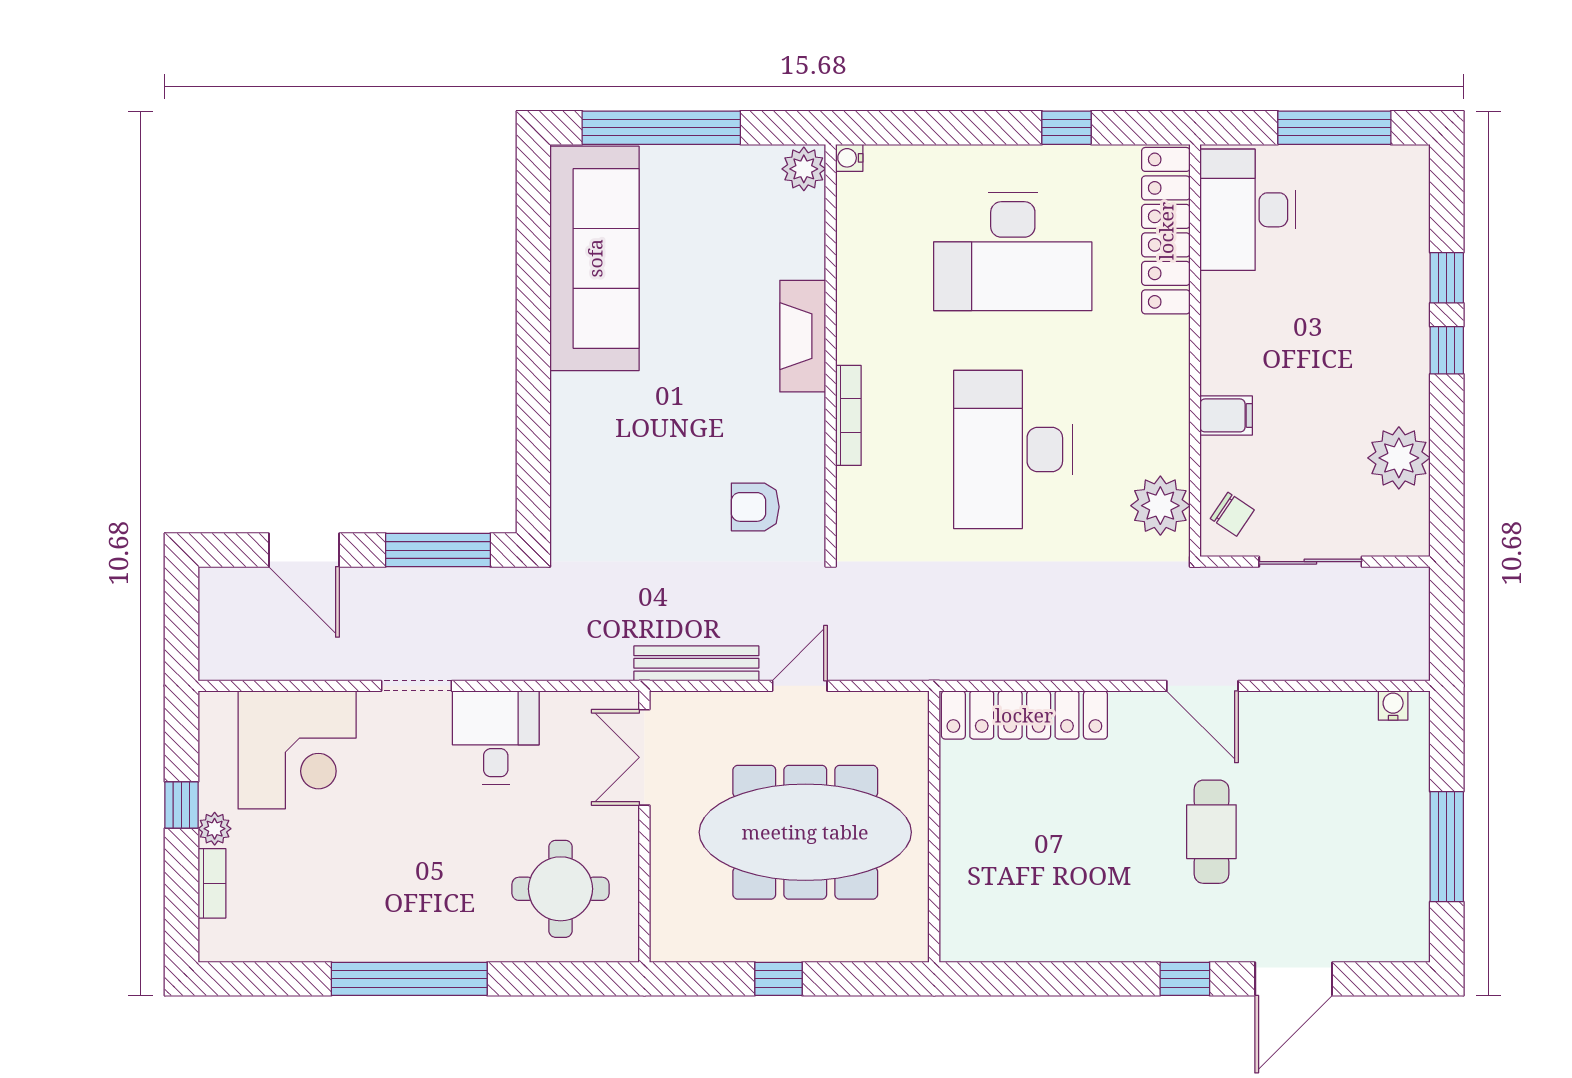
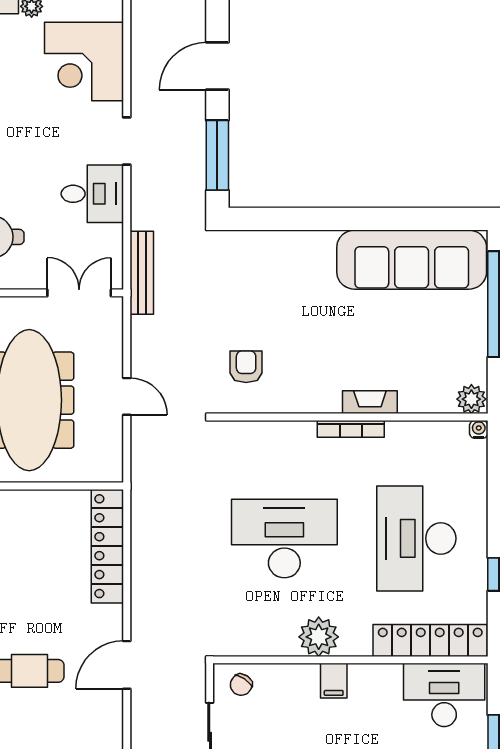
fireplace: (803, 336) -> (370, 402), width x0.73, depth x0.76
bookcase: (848, 415) -> (351, 429), moved
filing cabinet: (1226, 415) -> (334, 681), moved
plant: (1160, 506) -> (319, 637), moved
bench: (696, 663) -> (142, 273), moved

